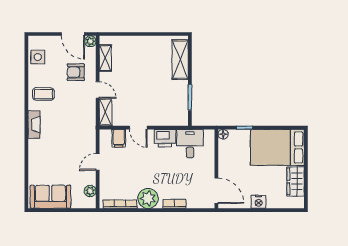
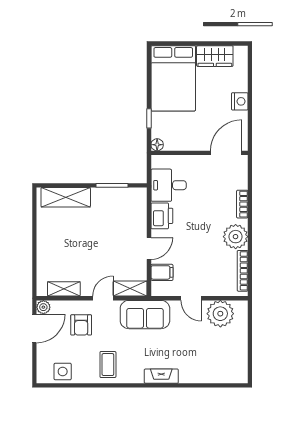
fireplace: (34, 124) -> (161, 376), moved
plant: (90, 191) -> (220, 314), width x1.88, depth x1.88
sofa: (50, 197) -> (145, 315), moved, turned -90

